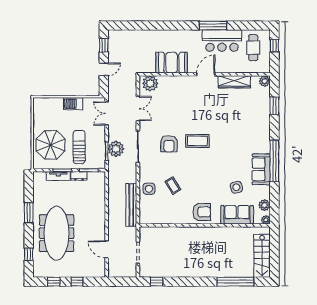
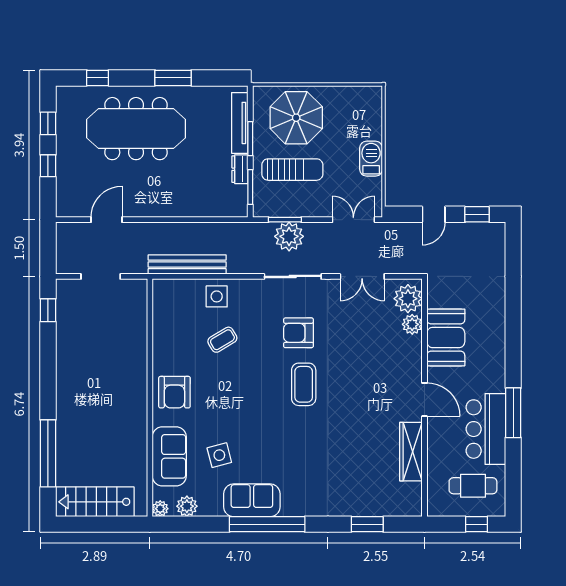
door: (104, 69) -> (434, 214), hinge flipped
plant: (265, 81) -> (412, 324), moved
tv unit: (58, 176) -> (240, 123), width x1.41

